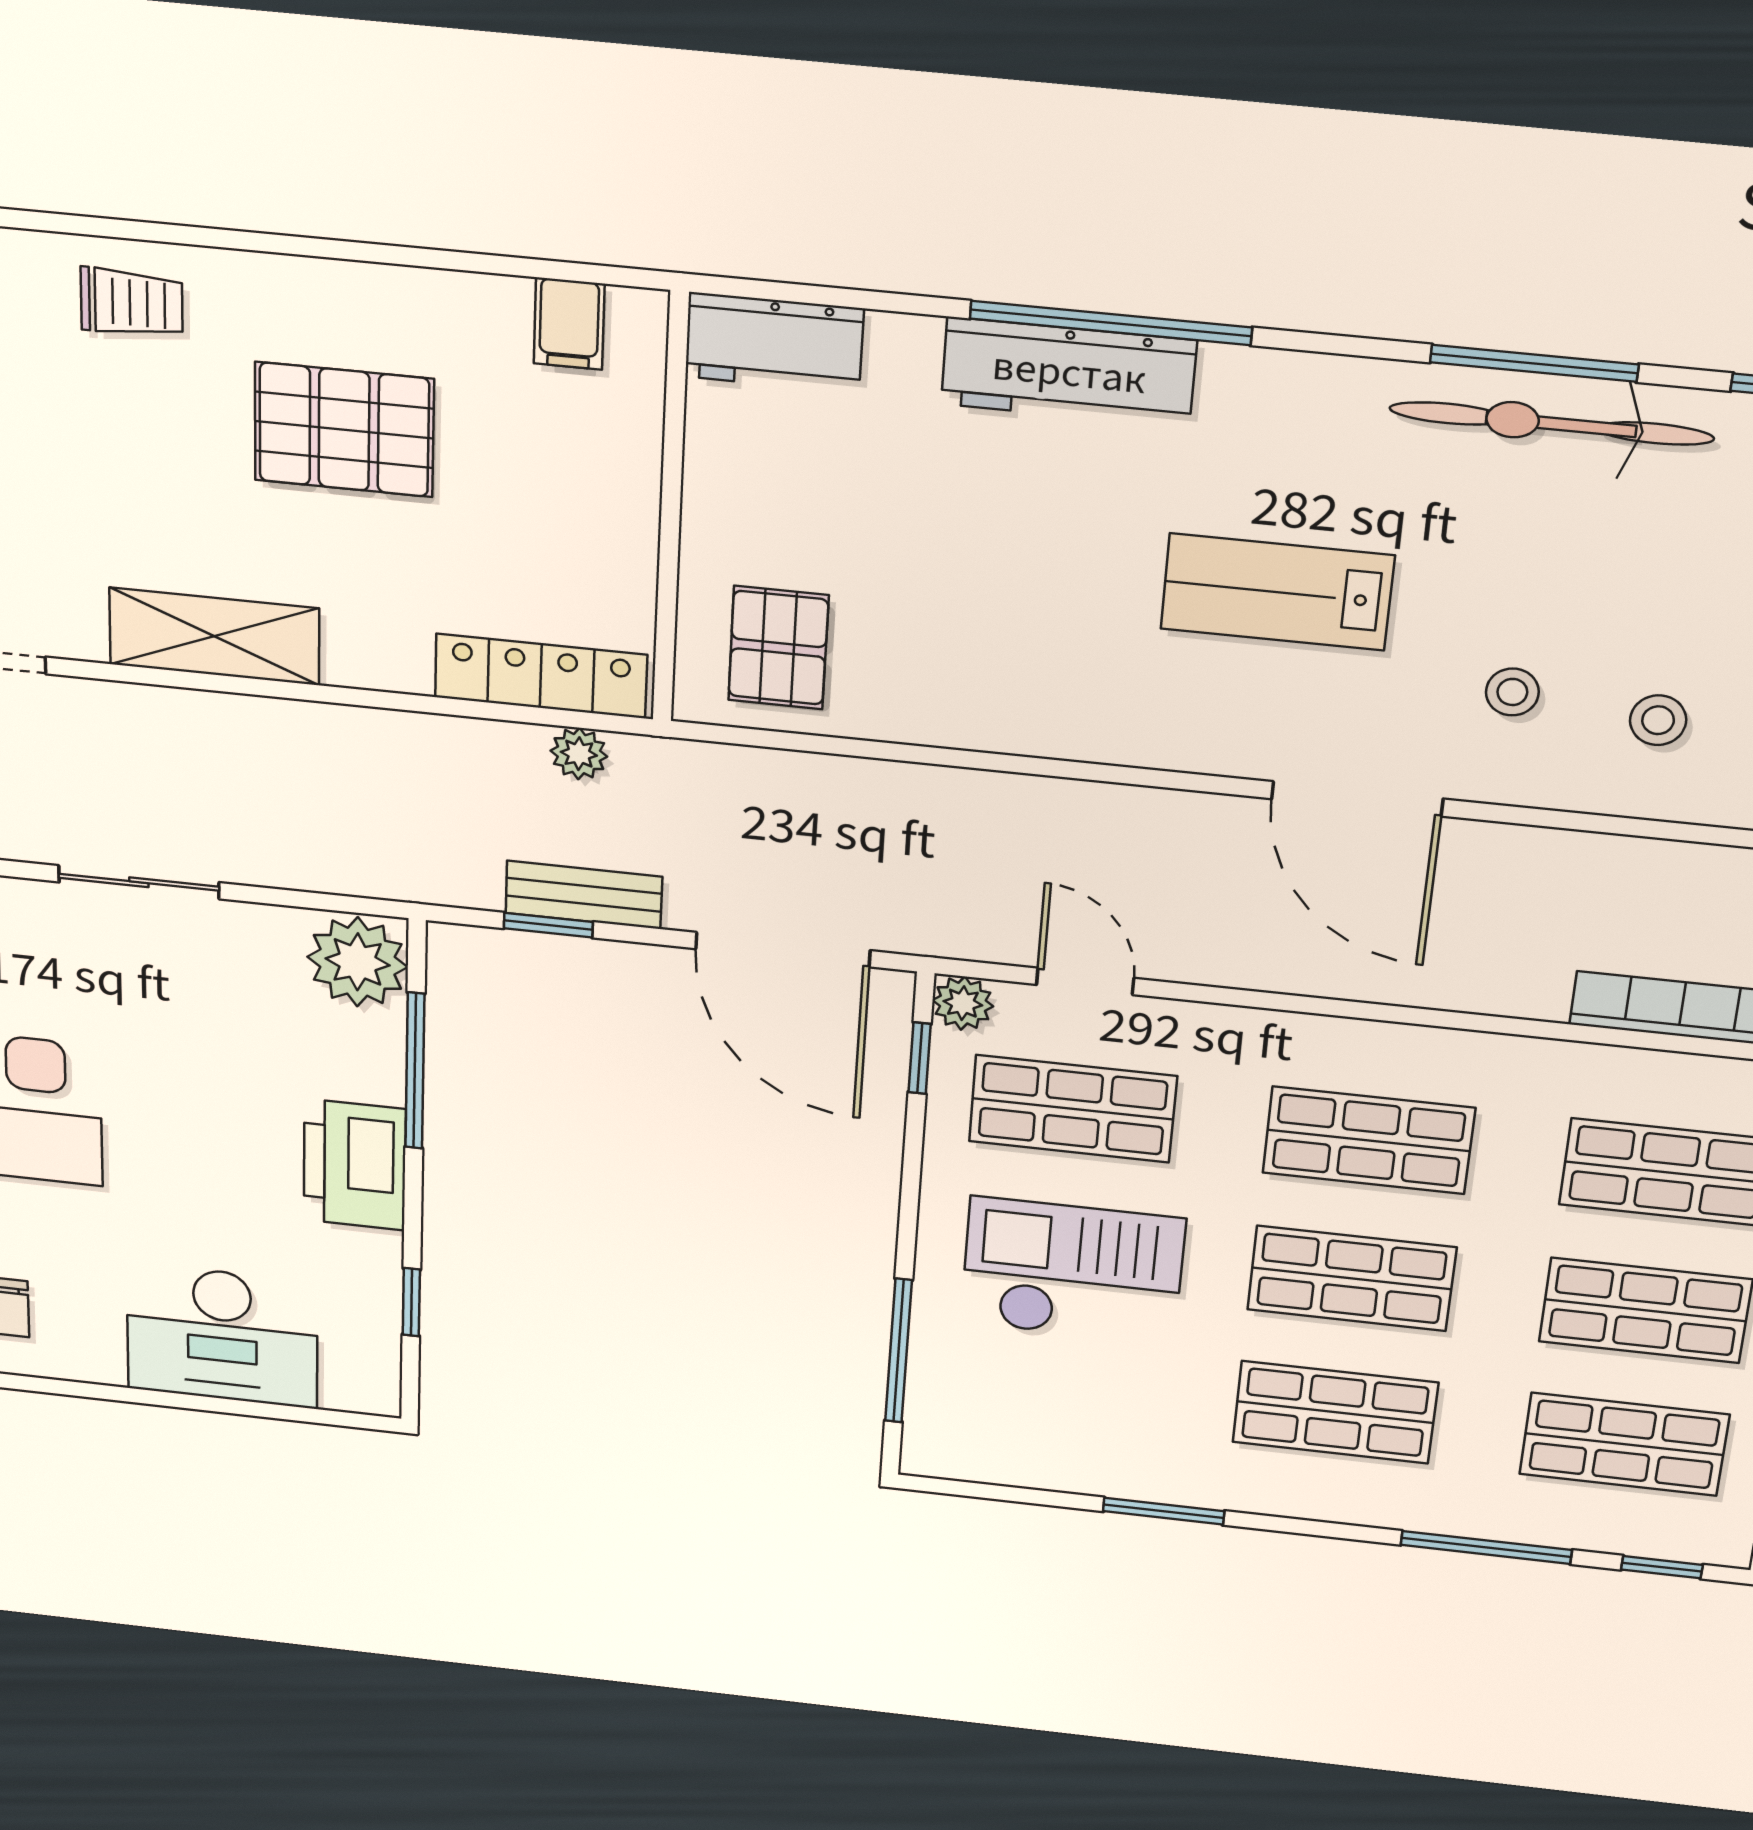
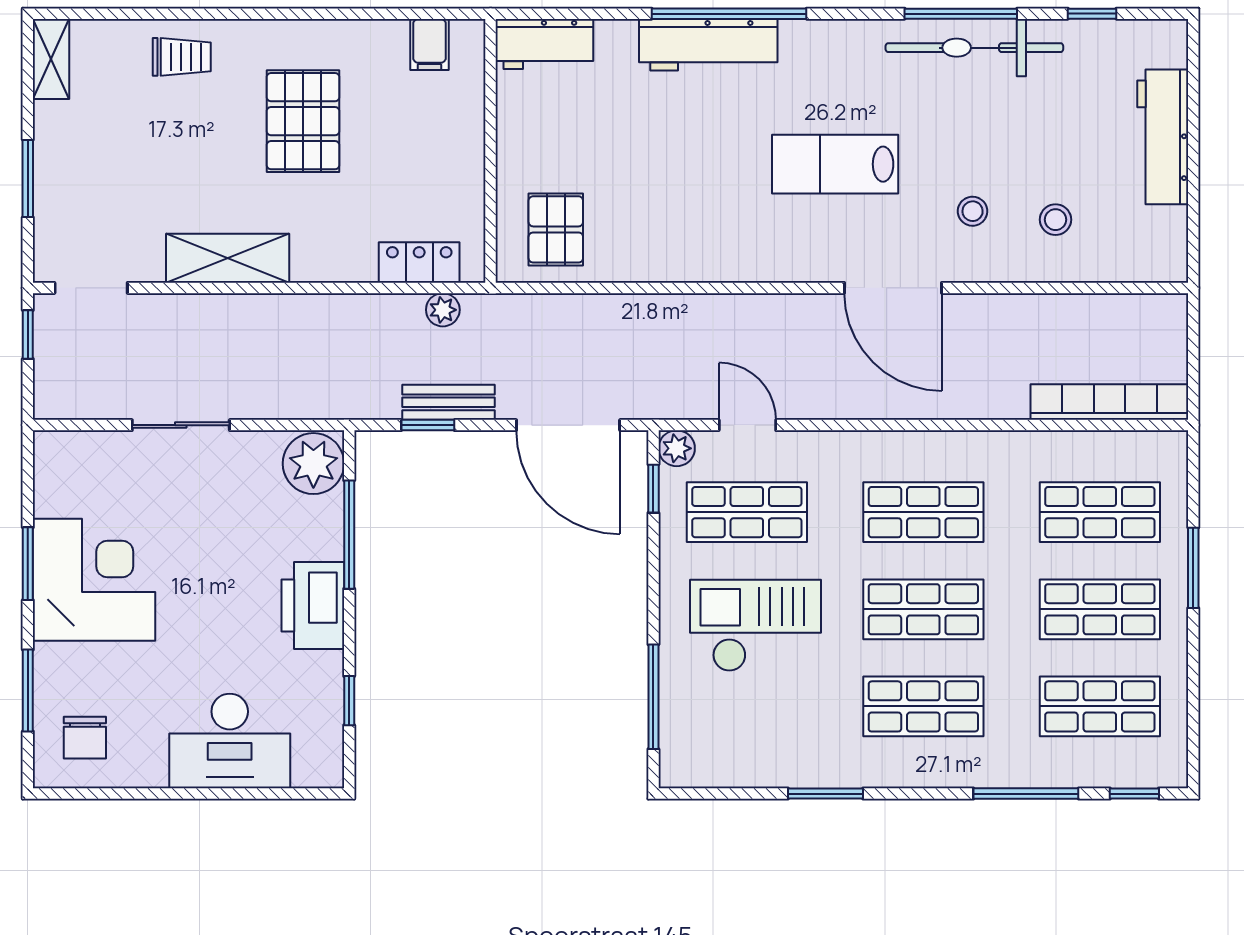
pallet: (344, 430) -> (303, 121), turned 90
locker: (541, 676) -> (419, 262), width x0.66

